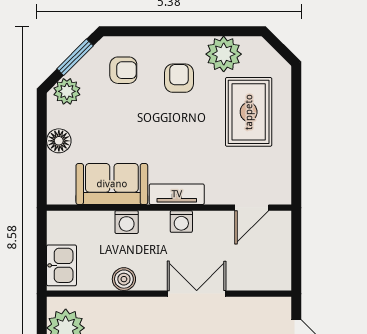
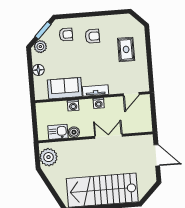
plant: (224, 54) -> (112, 23), removed
armchair: (179, 78) -> (92, 36), turned 90
rug: (249, 112) -> (126, 49), width x0.73, depth x0.70
kitchen sink: (61, 265) -> (58, 132), moved, turned -90

